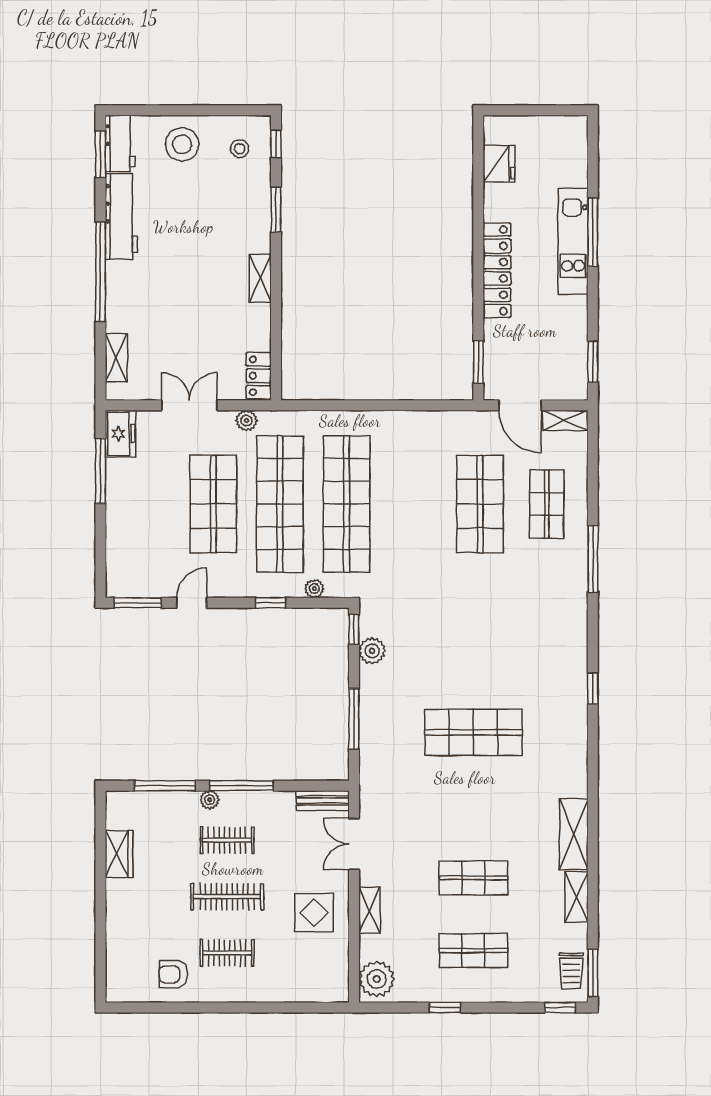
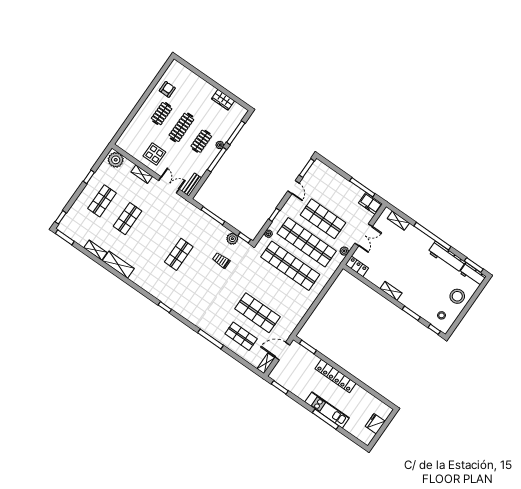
fridge: (499, 164) -> (375, 424), moved, turned 90
shop shelf: (473, 732) -> (179, 254), width x0.70, depth x0.74
trolley: (571, 971) -> (221, 260), moved

